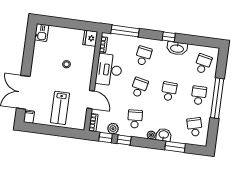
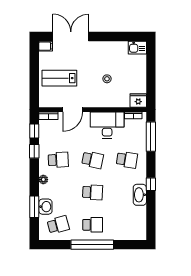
school desk: (203, 64) -> (127, 225), removed
plant: (113, 129) -> (45, 138), removed
washbasin: (164, 135) -> (45, 207), moved

